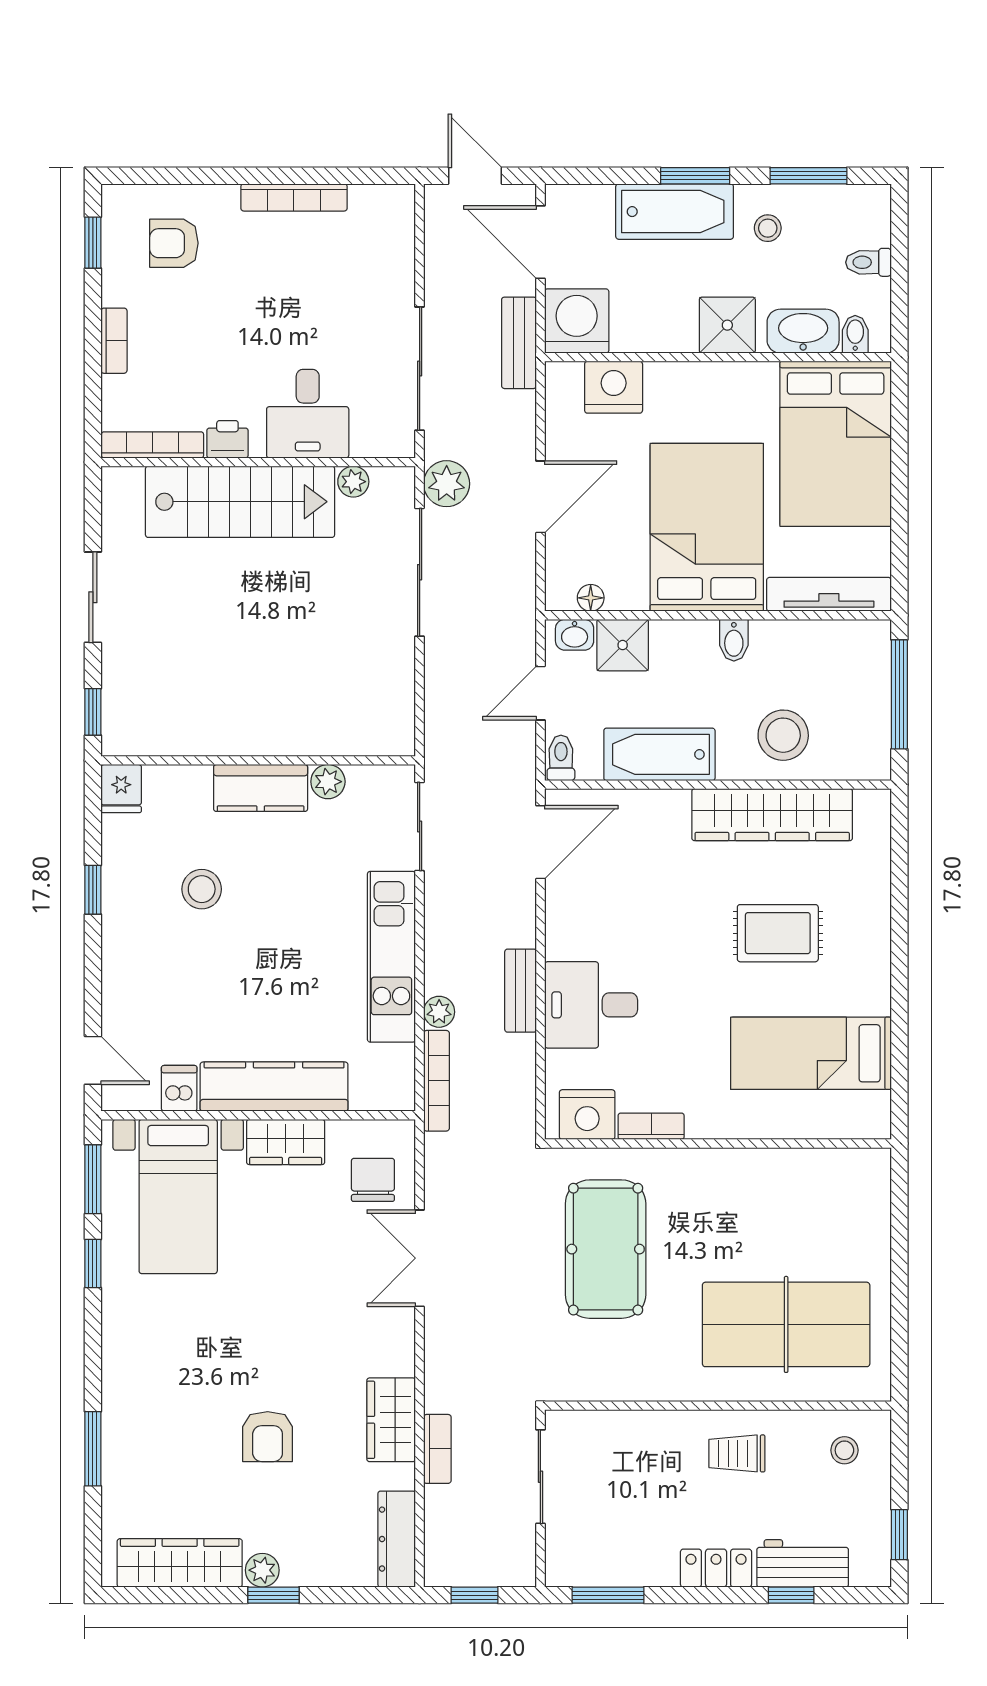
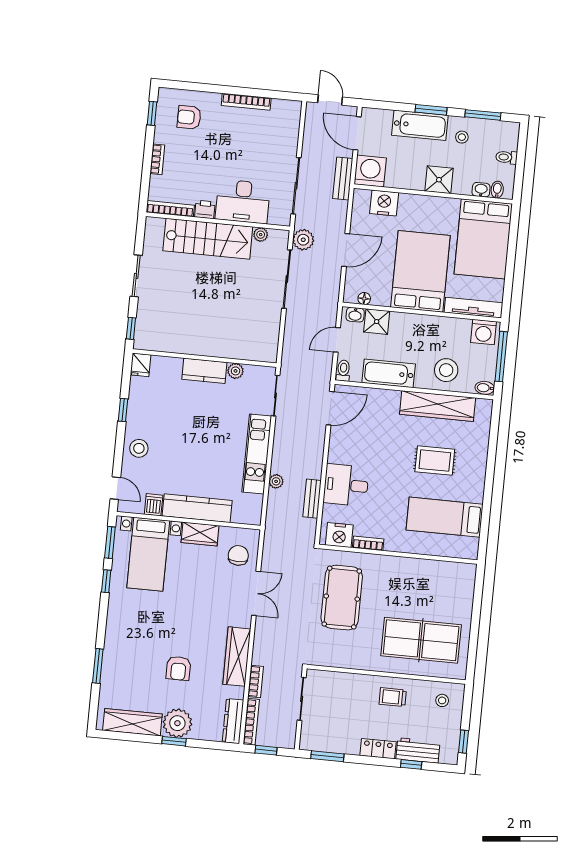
washbasin: (803, 331) -> (481, 190), width x0.52, depth x0.69
desk: (308, 414) -> (243, 201), width x1.37
bidet: (734, 640) -> (485, 388), moved, turned 90
washing machine: (856, 645) -> (484, 332), added
stool: (202, 889) -> (139, 448), moved
bench: (521, 991) -> (312, 499), moved
bookcase: (436, 1081) -> (251, 722), moved
double door: (420, 1258) -> (256, 593), swing flipped
wardrobe: (391, 1420) -> (237, 657), width x1.50
plant: (262, 1570) -> (177, 723), width x1.88, depth x1.88

